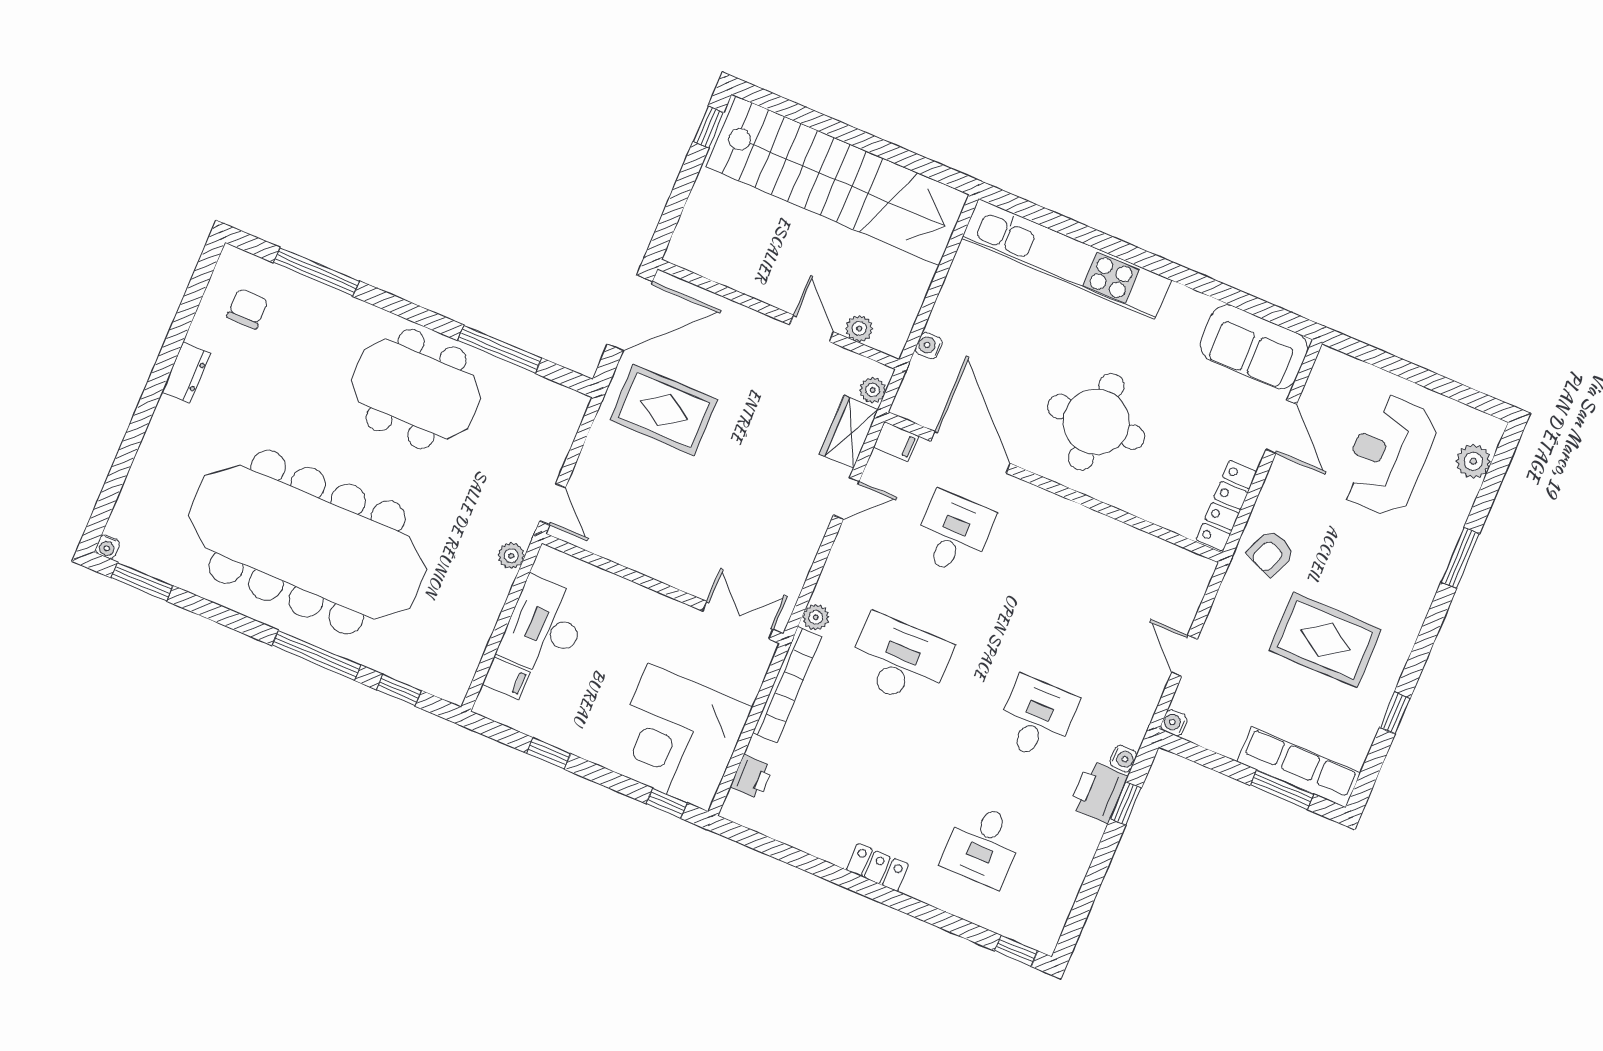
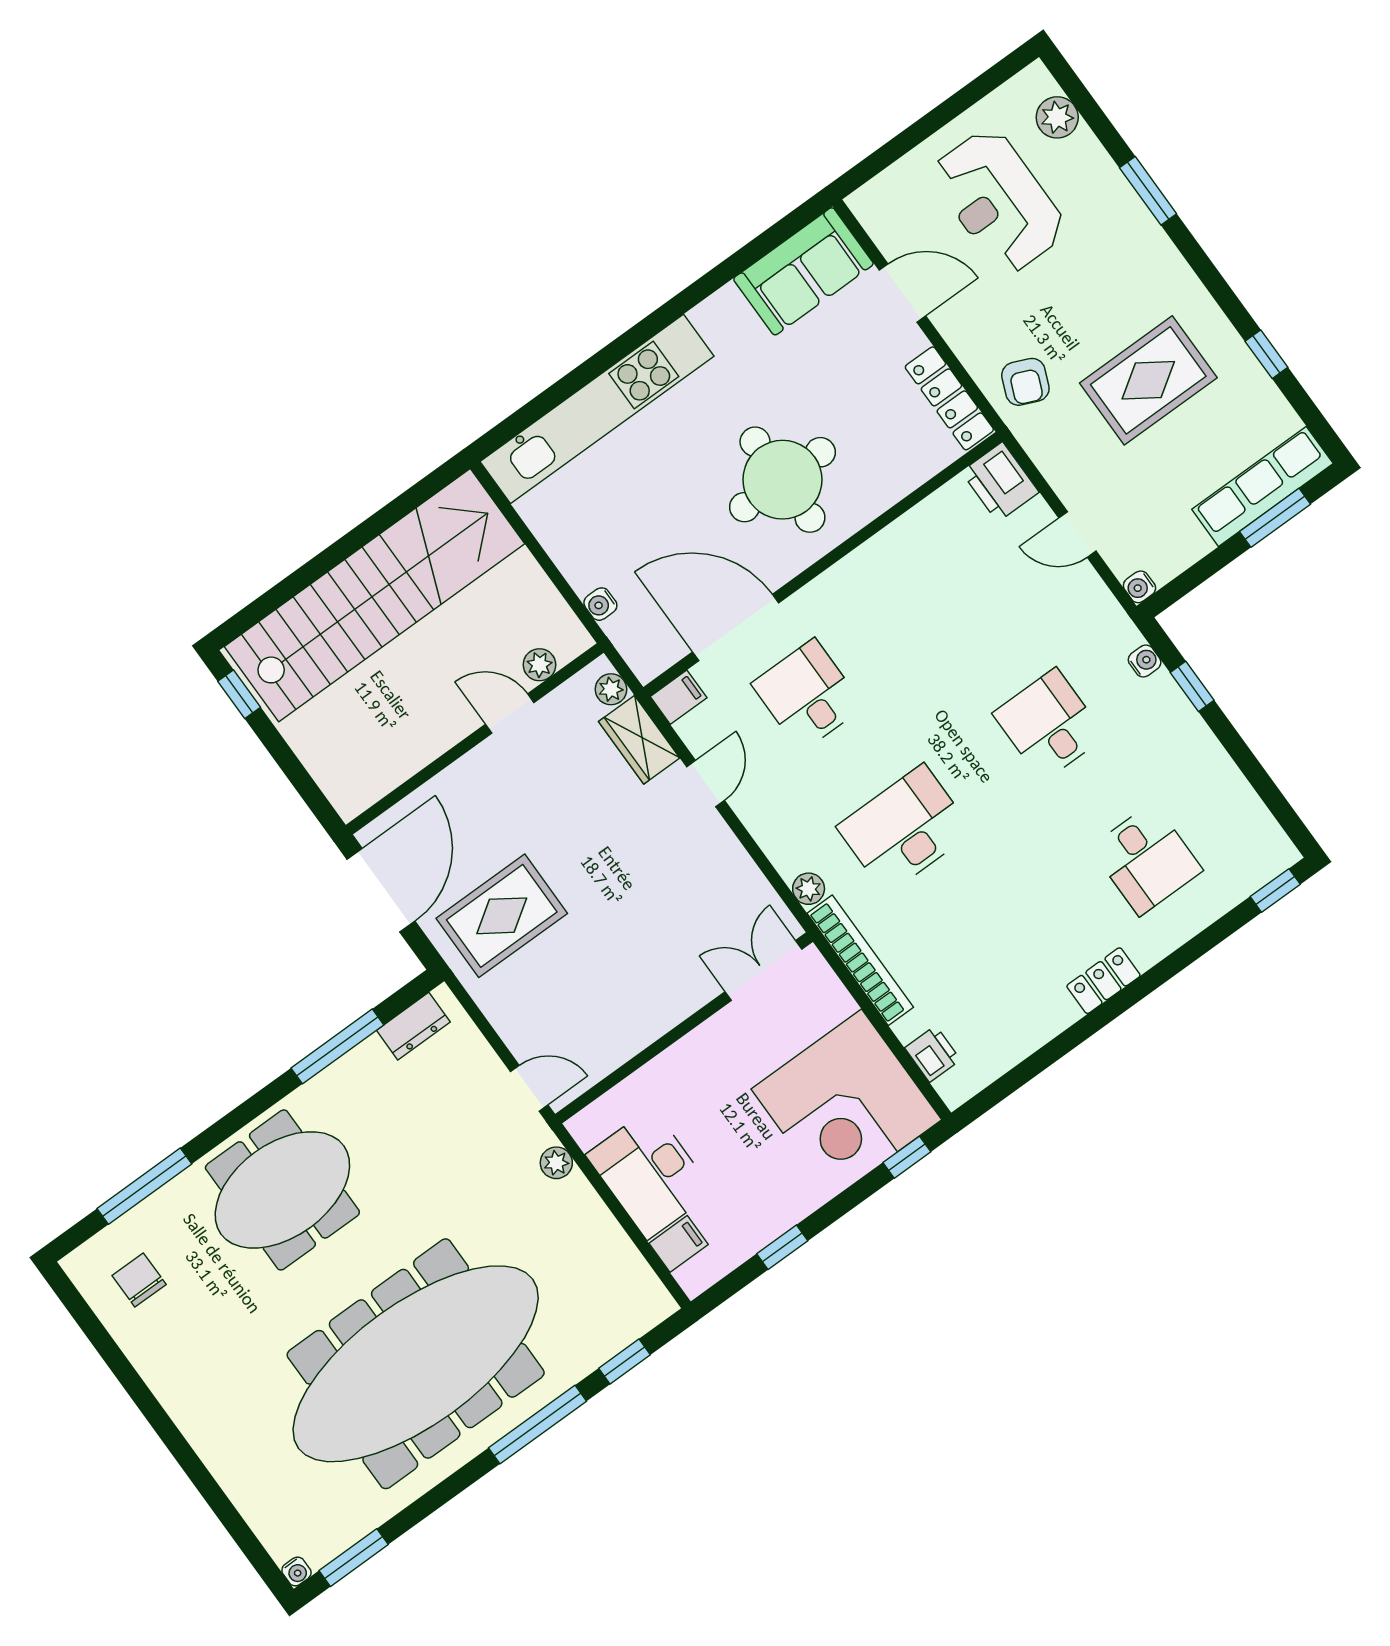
dresser: (186, 372) -> (413, 1026), moved, turned 90
meeting table: (416, 389) -> (282, 1190), moved
printer: (1098, 792) -> (1000, 482), moved

